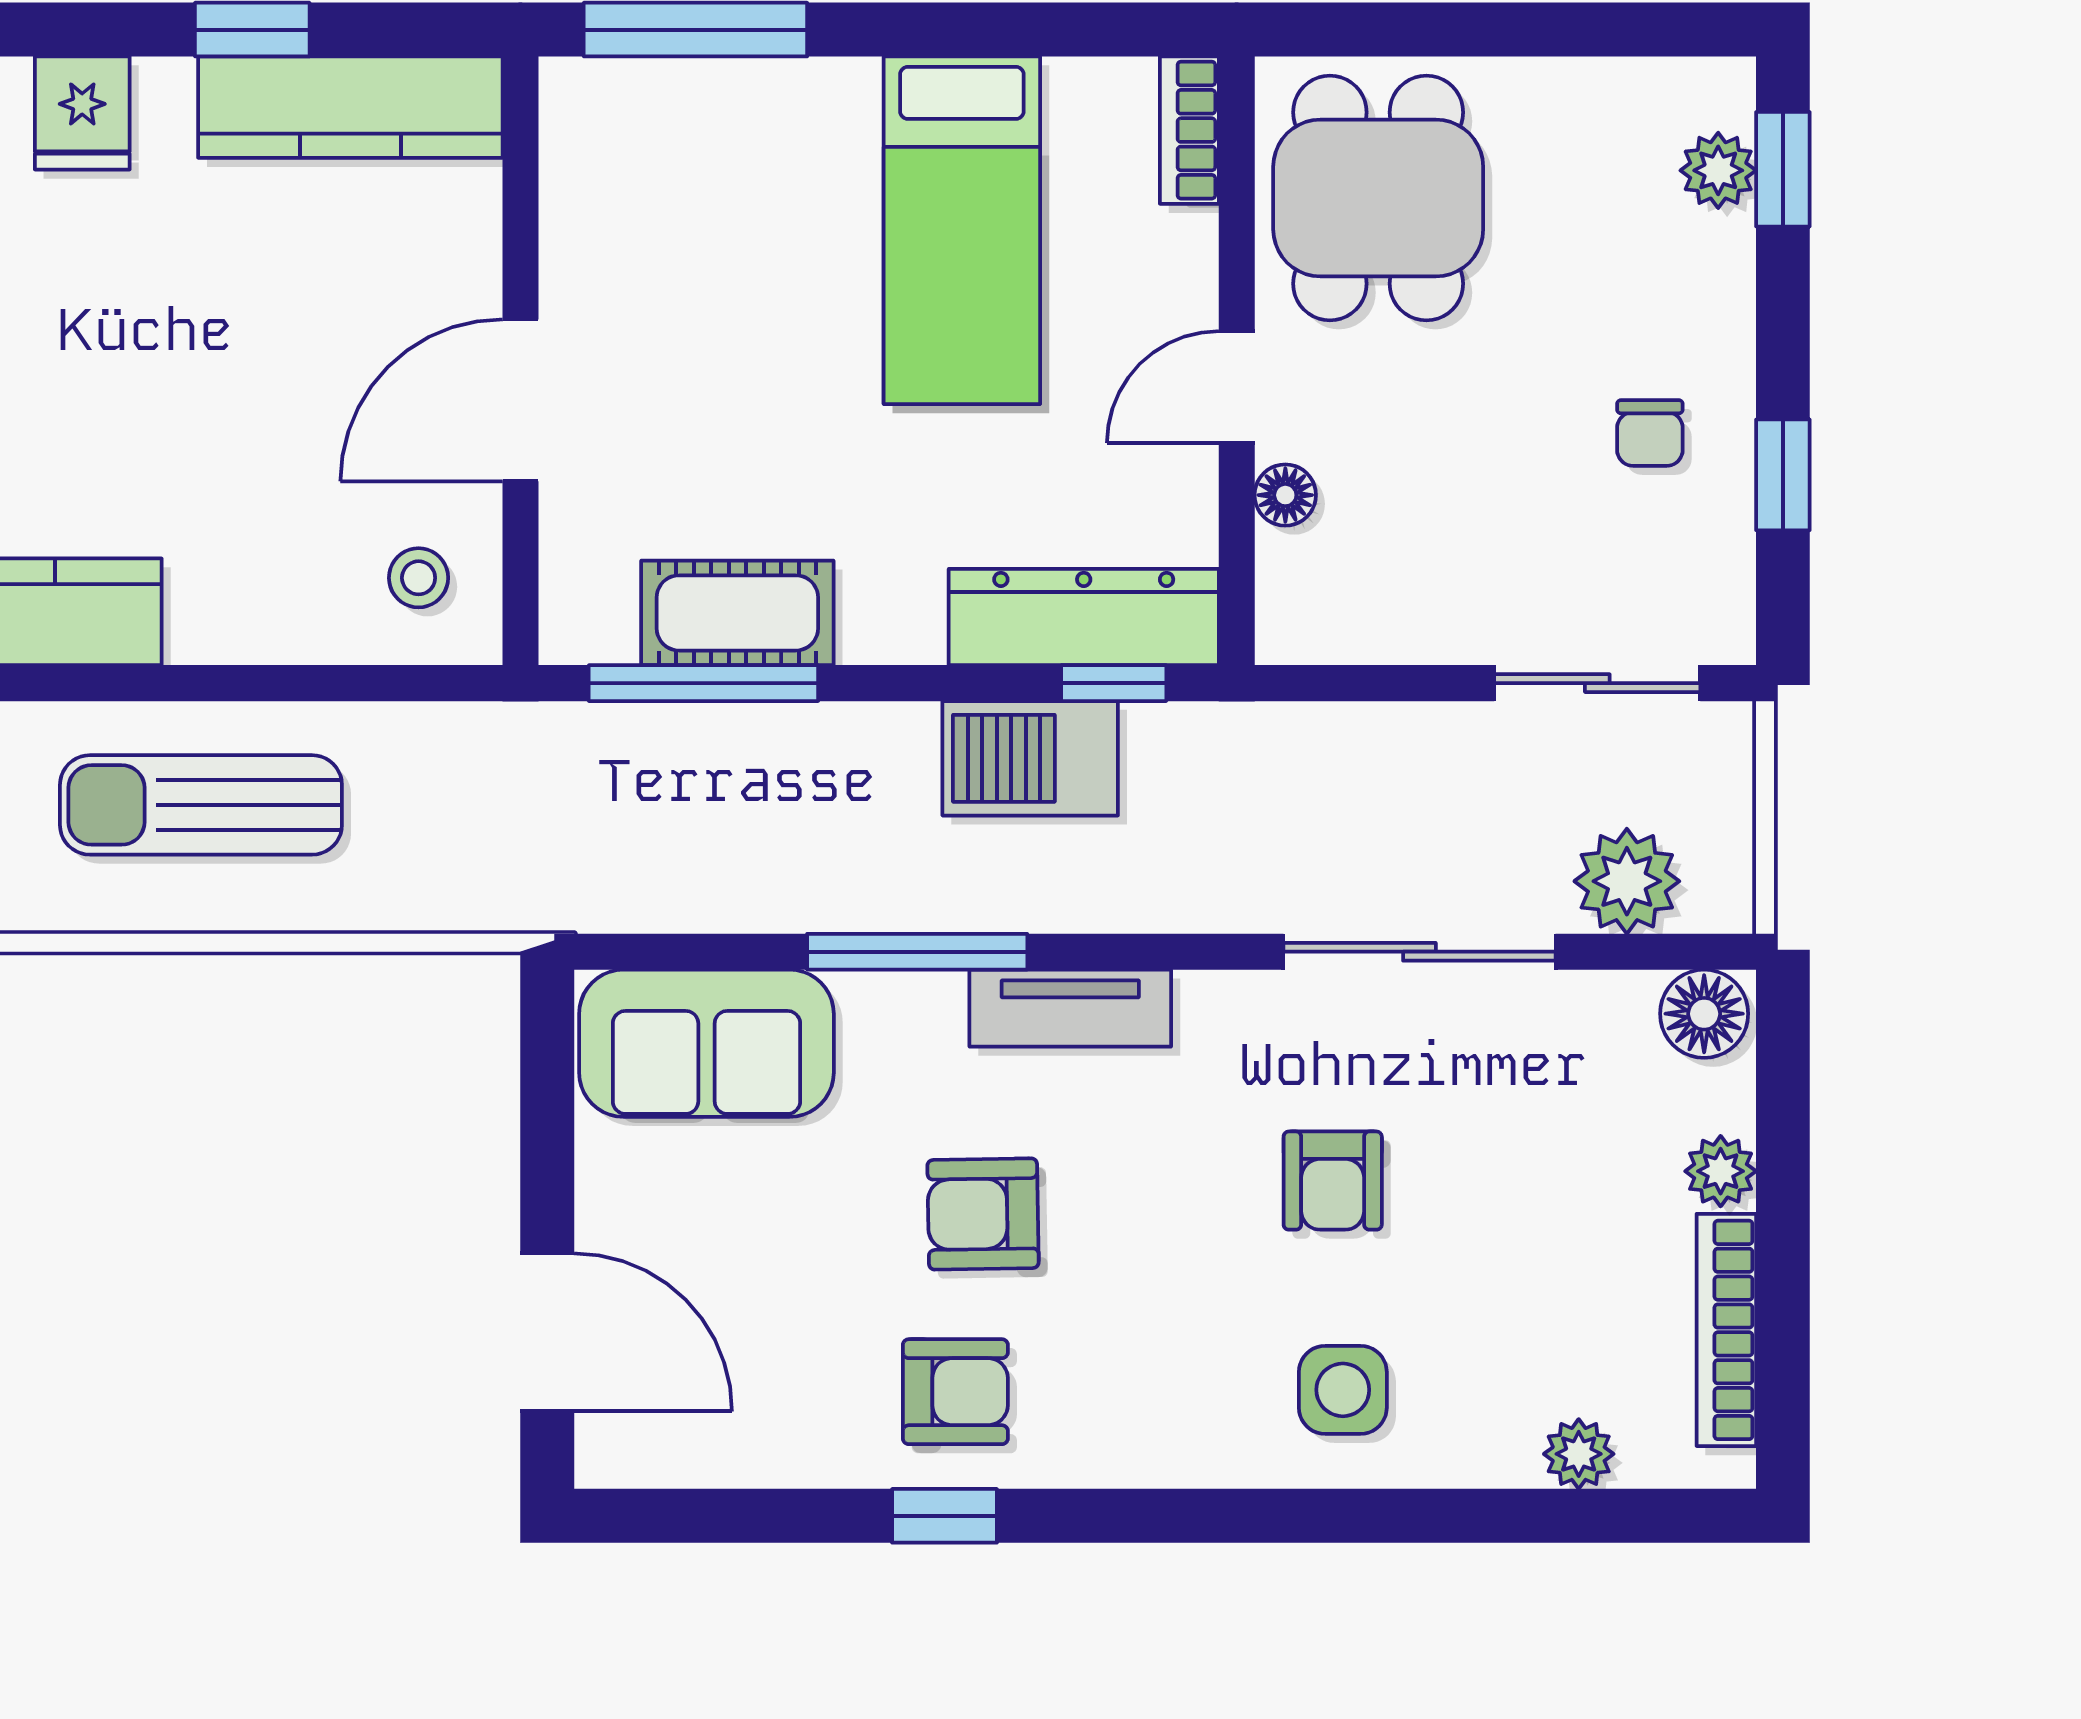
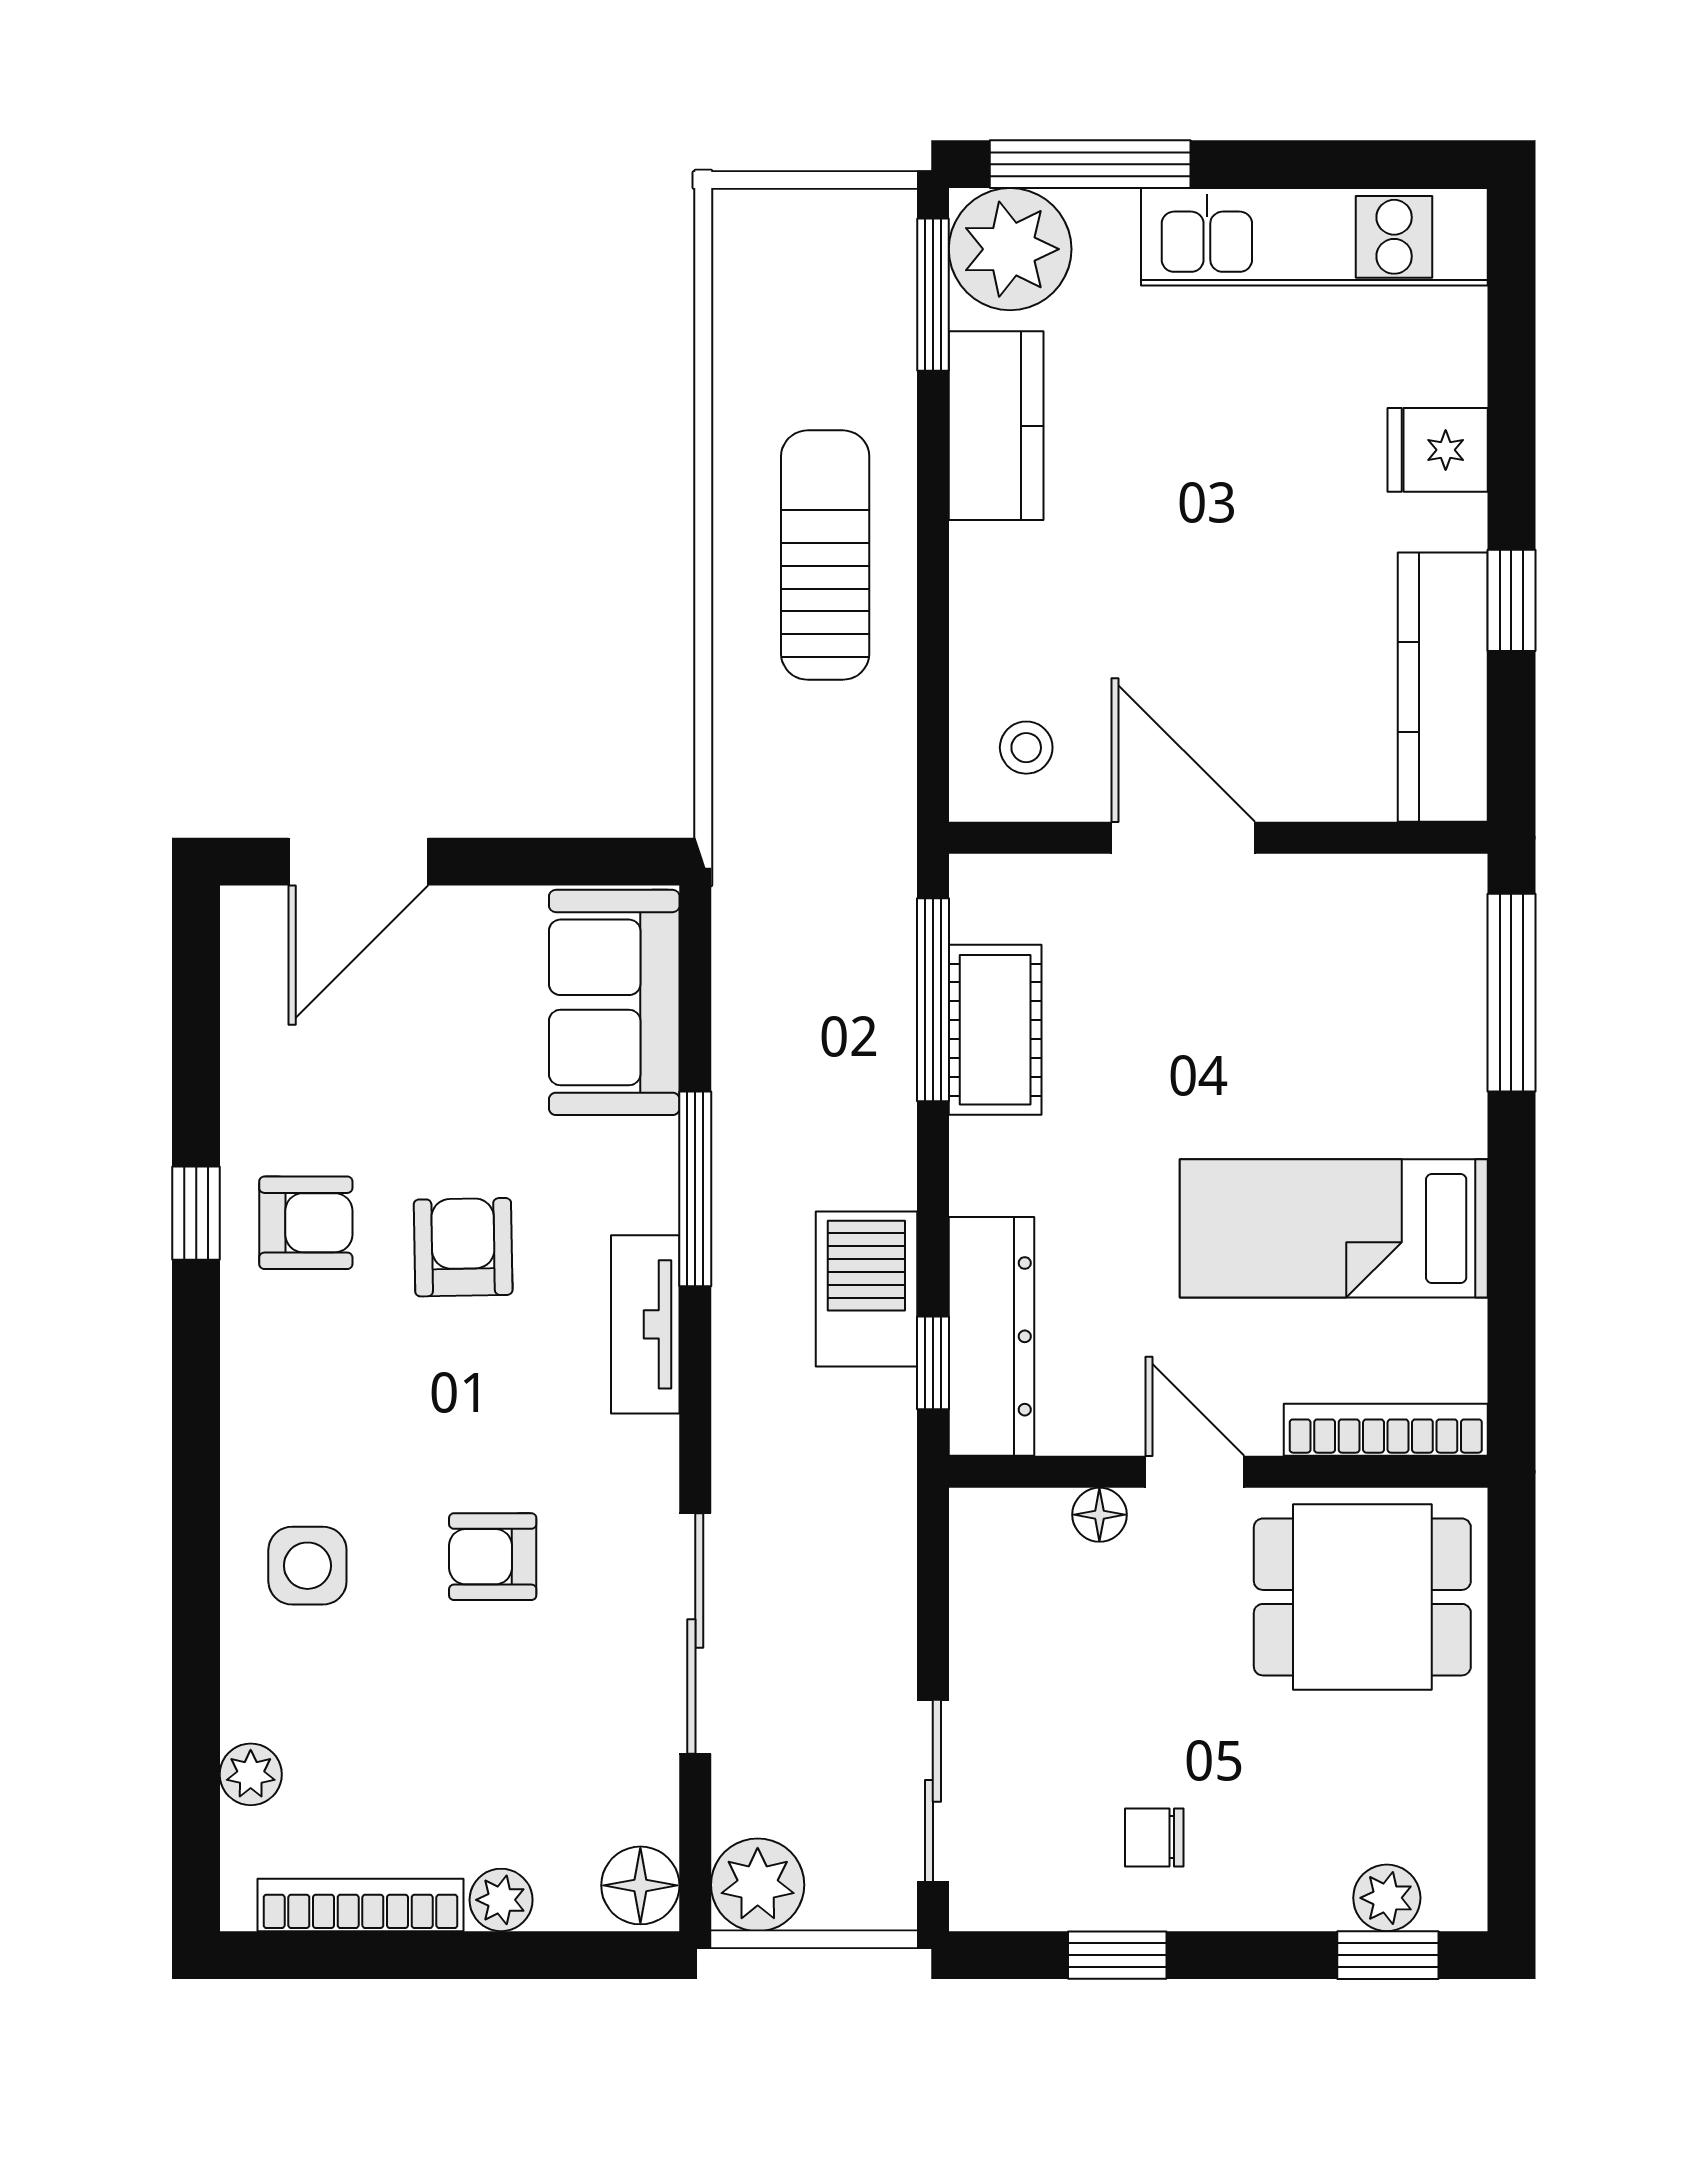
bookcase: (1189, 130) -> (1386, 1430), width x1.56
plant: (1627, 881) -> (758, 1885), moved
armchair: (955, 1392) -> (306, 1223), turned -90

